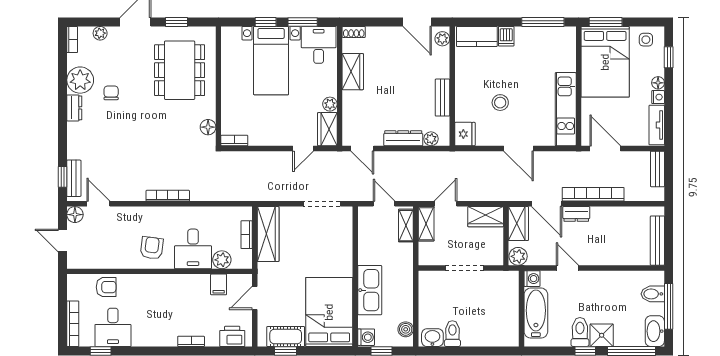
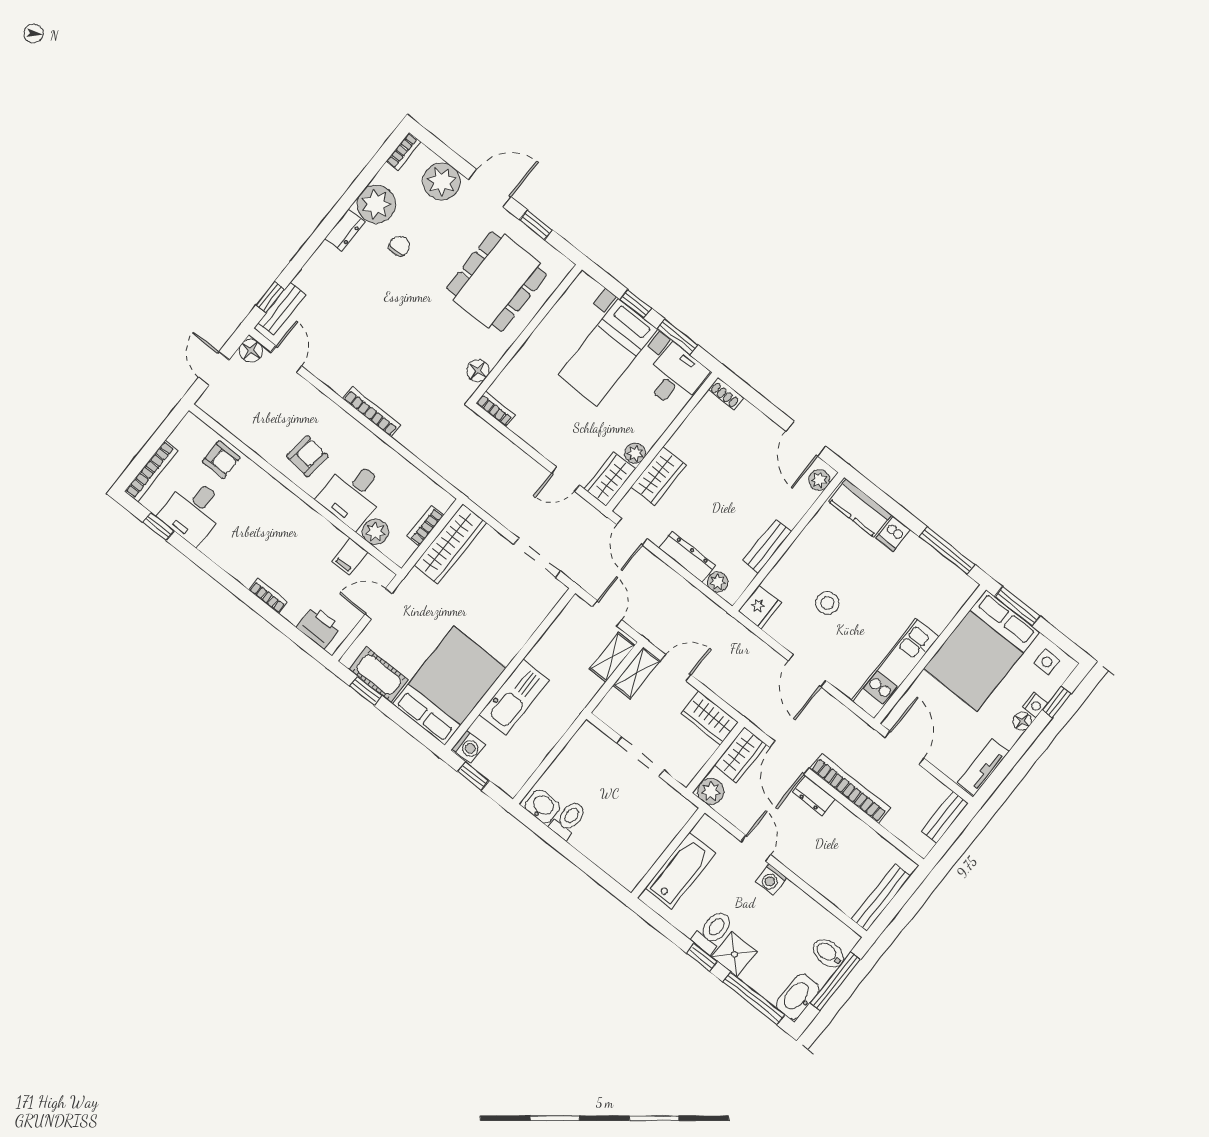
plant: (100, 33) -> (442, 182), width x1.88, depth x1.88
wardrobe: (353, 72) -> (659, 476), moved
nightstand: (658, 97) -> (1035, 705), moved
washing machine: (532, 279) -> (771, 880), moved, turned 90
boiler: (406, 329) -> (520, 773), removed

